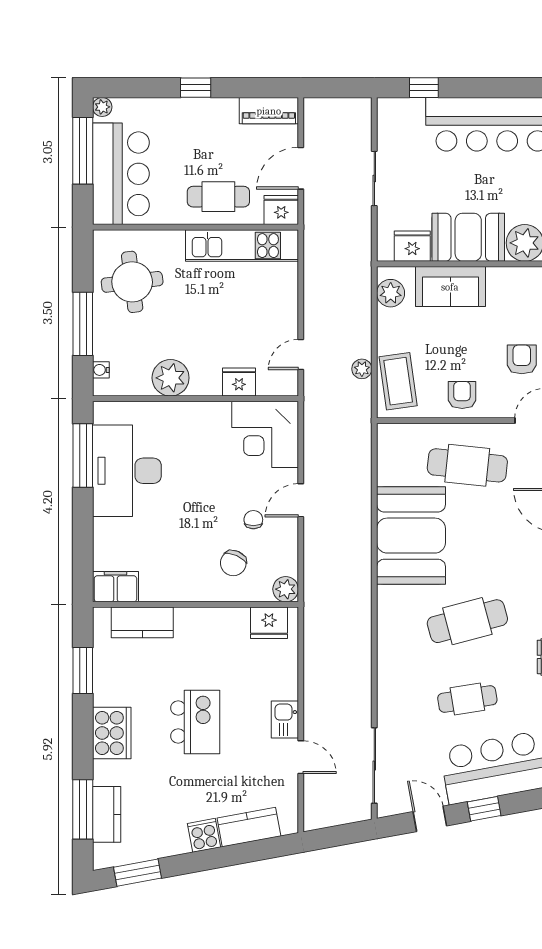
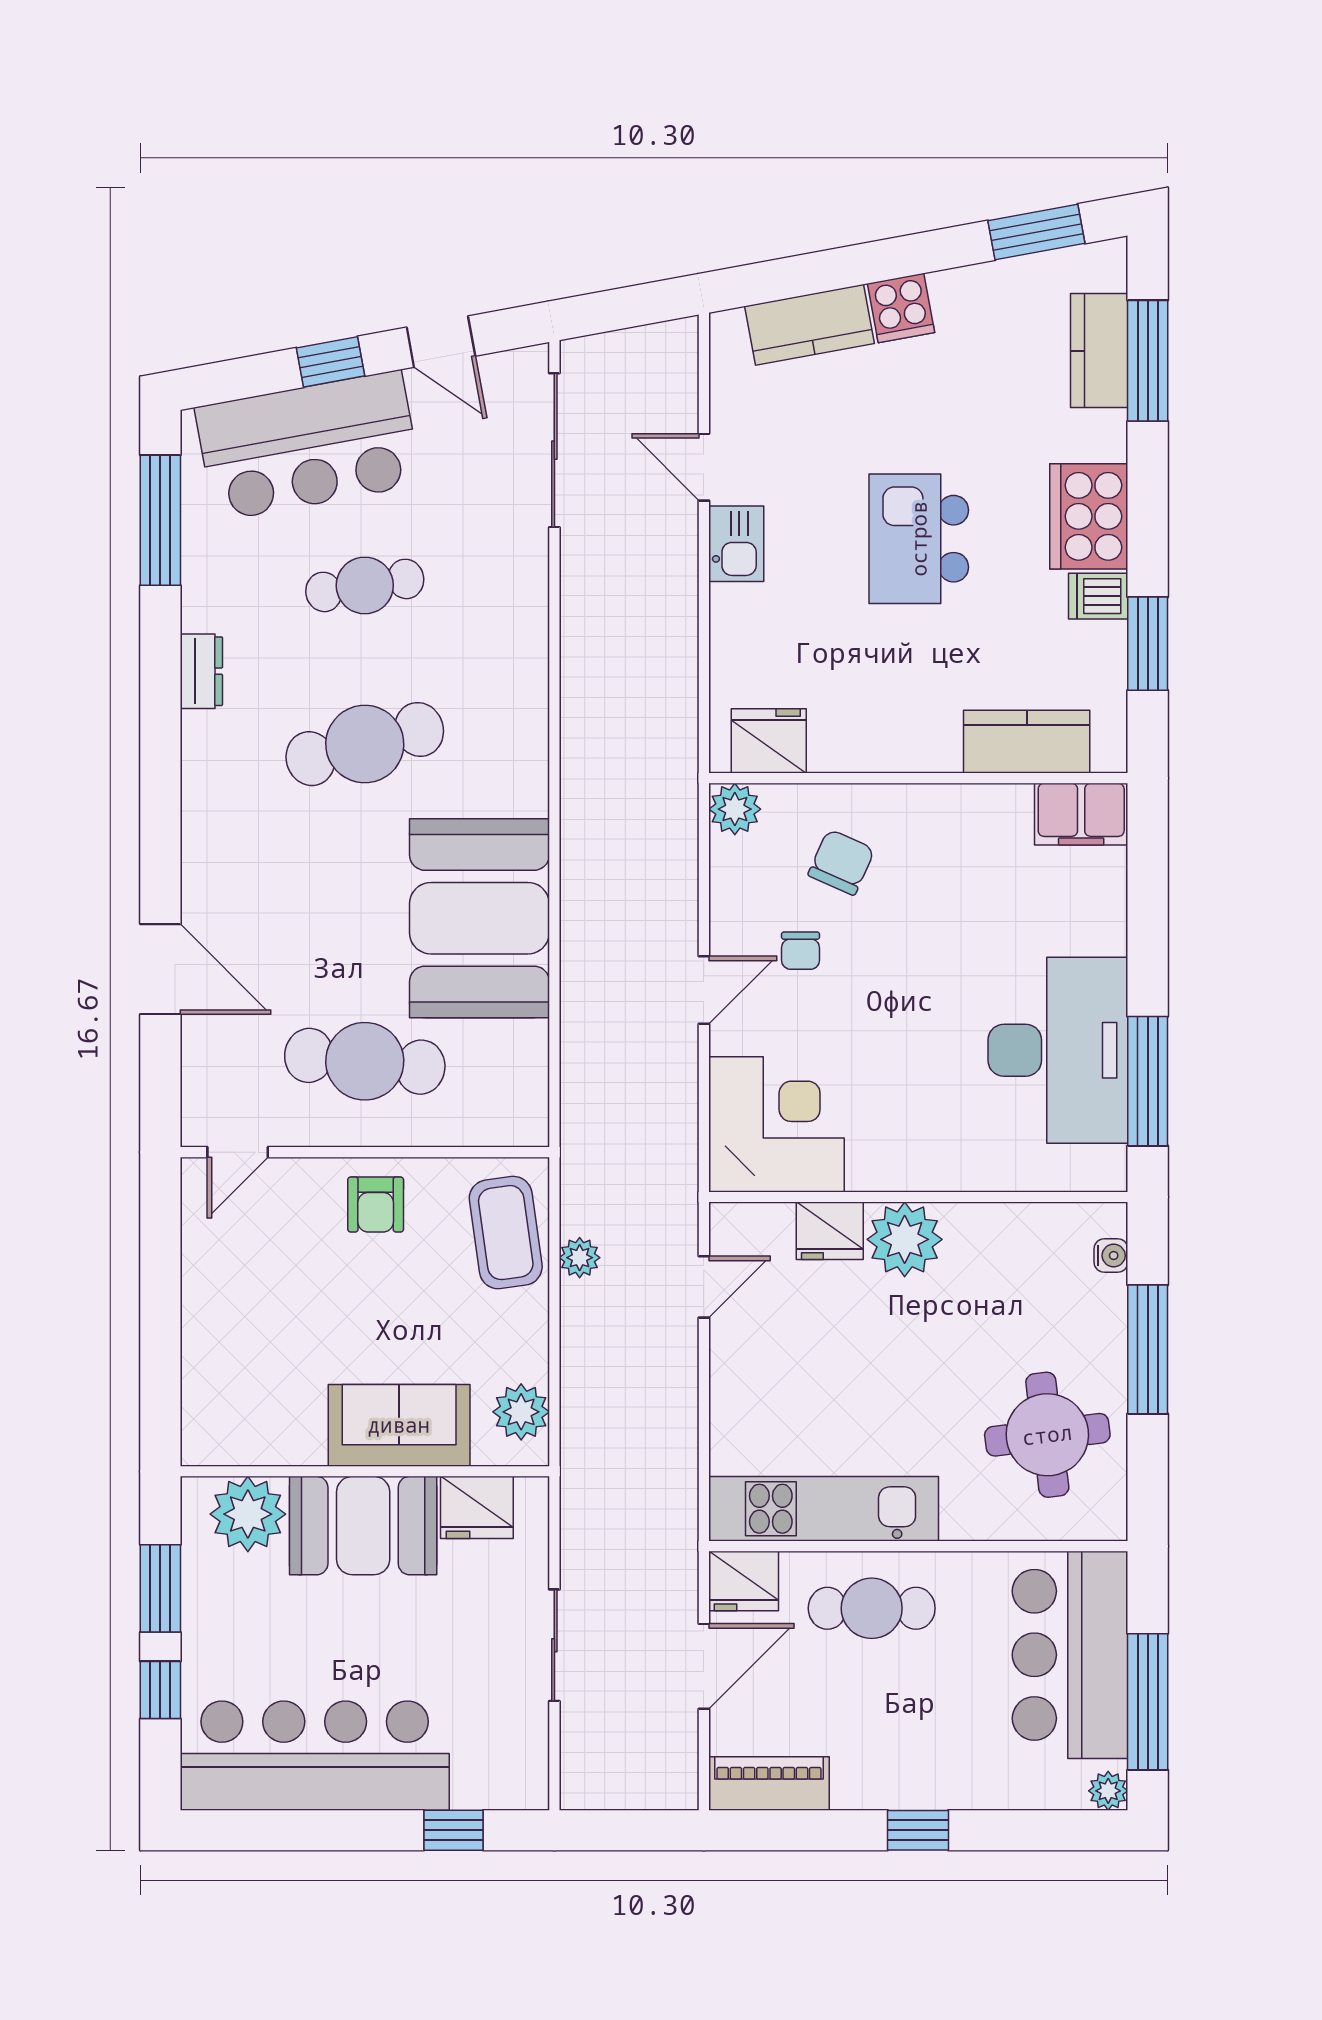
armchair: (522, 359) -> (254, 1277), removed
plant: (171, 378) -> (905, 1239), moved
dishwasher: (107, 694) -> (1098, 596), added

